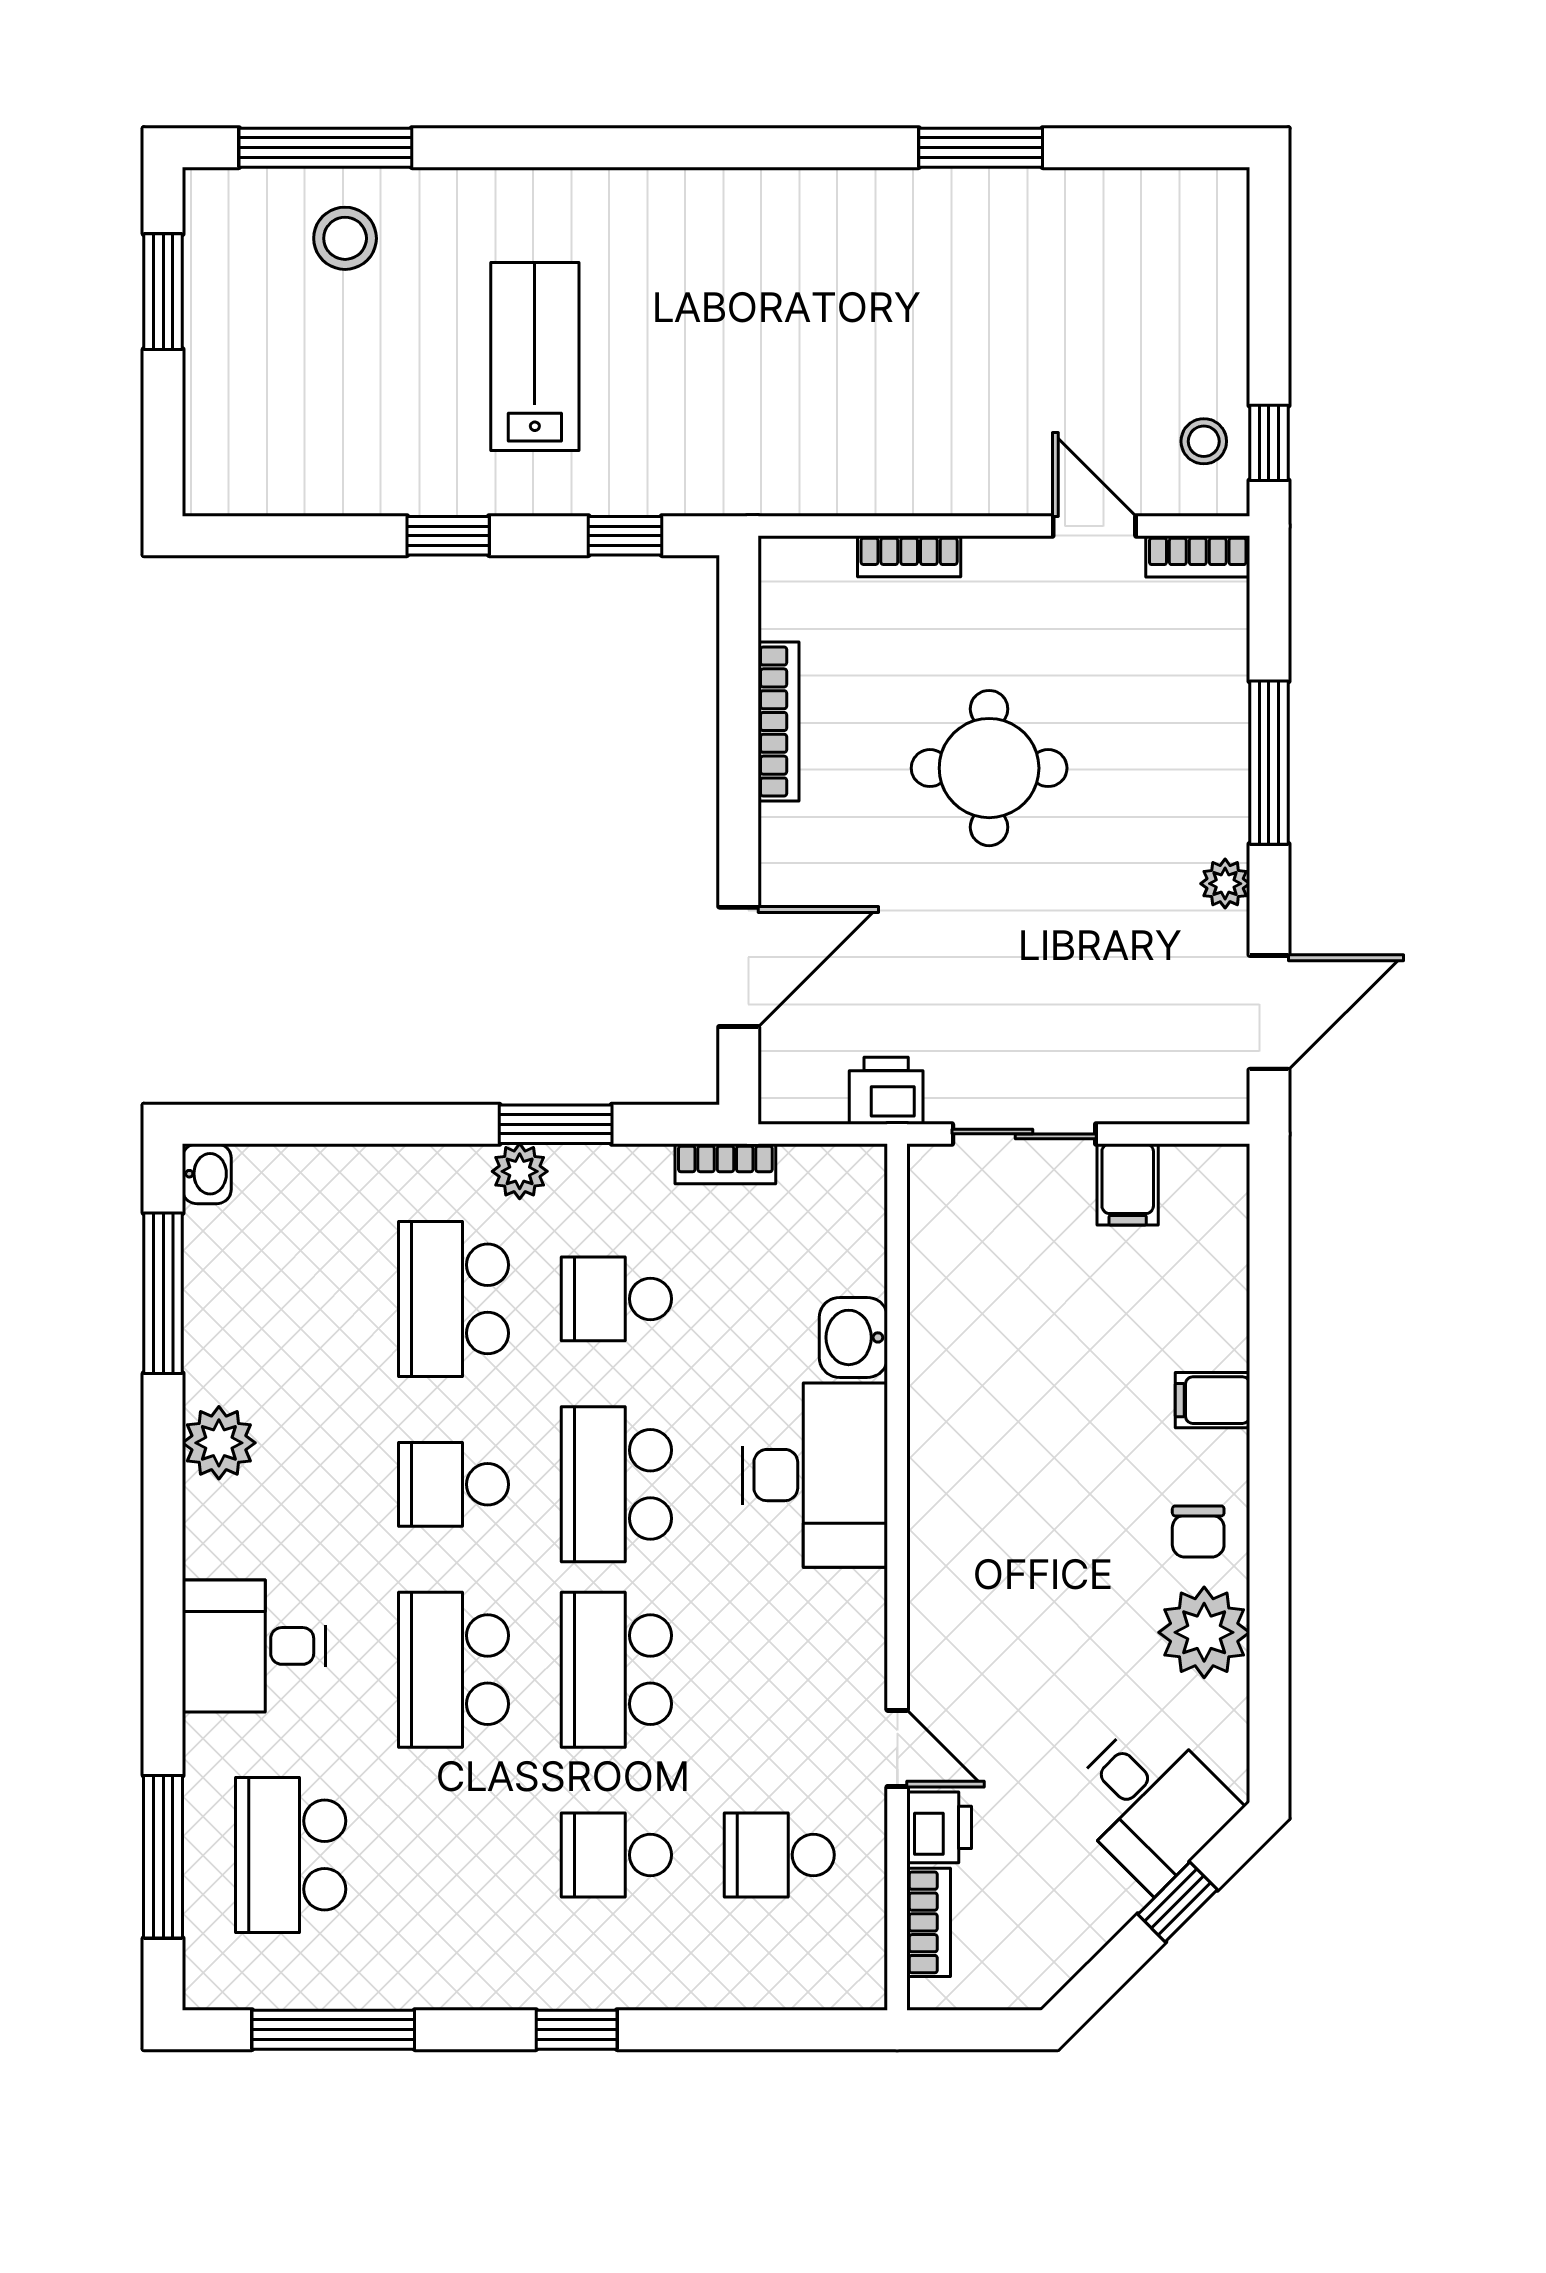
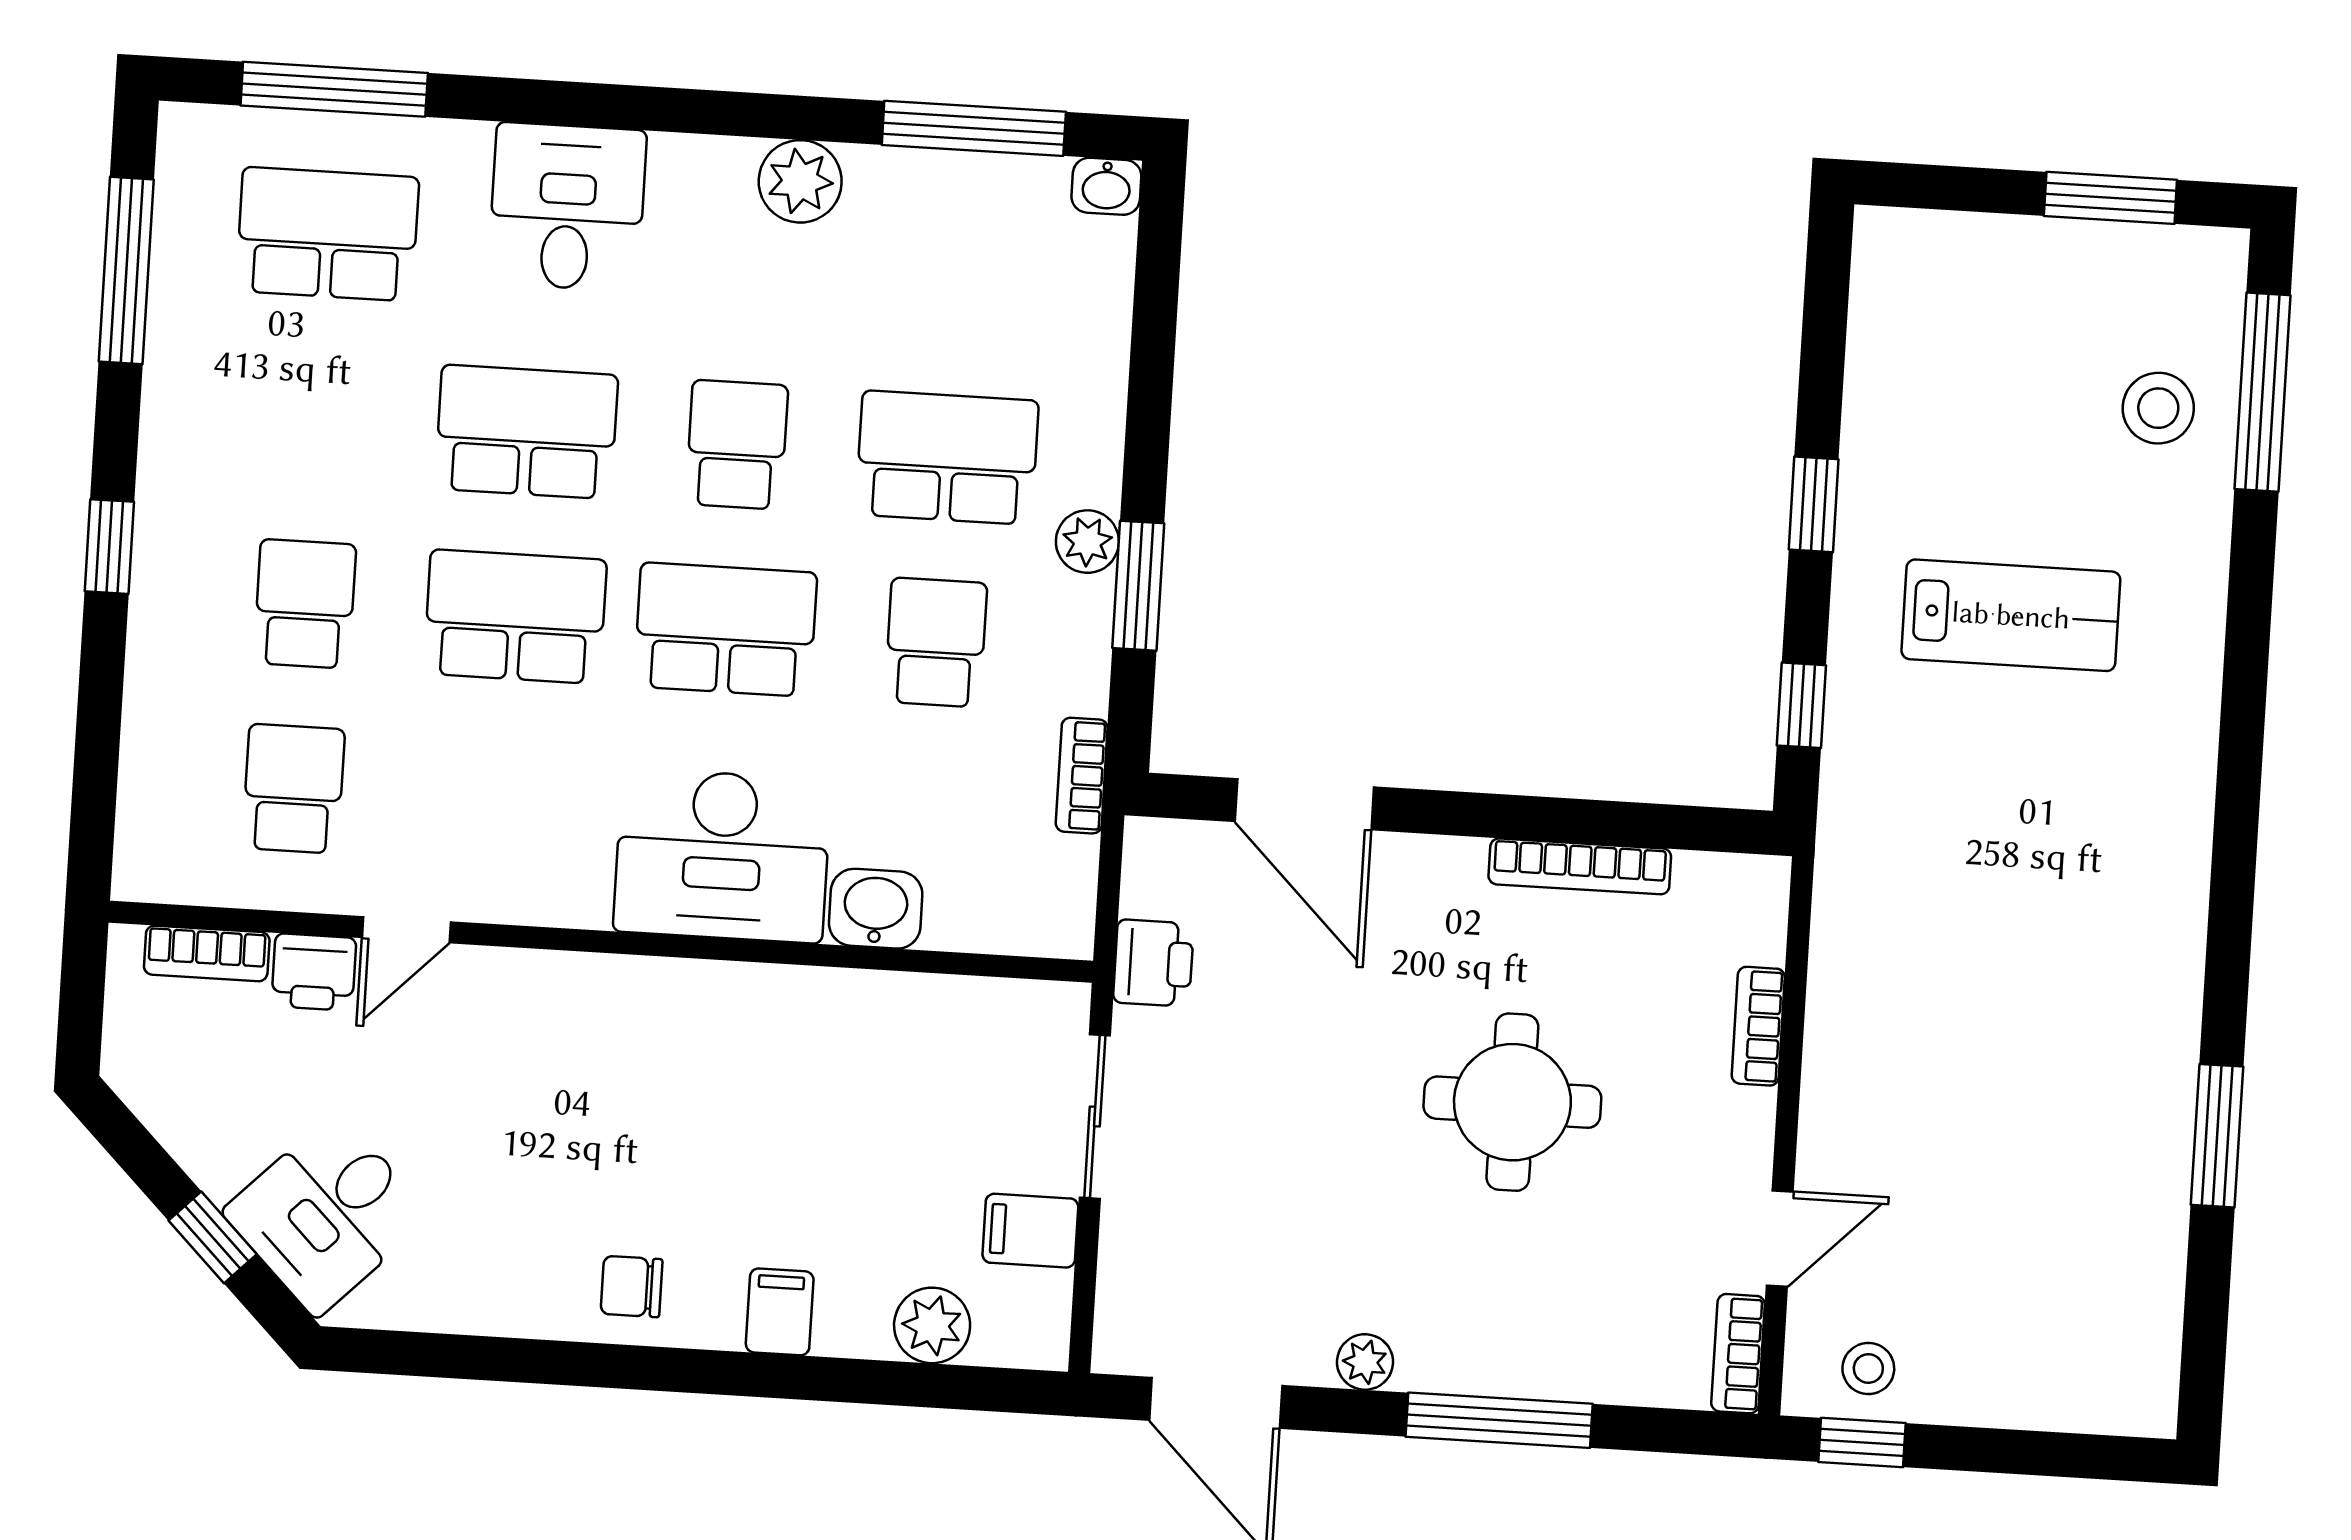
plant: (1204, 1632) -> (932, 1325), moved, width x0.73, depth x0.73

